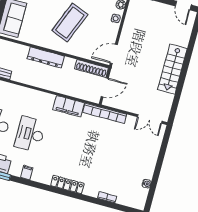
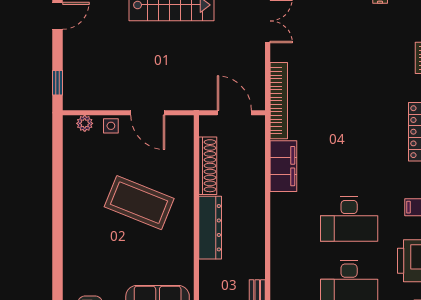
door: (114, 54) -> (148, 113), moved
shoe rack: (92, 68) -> (208, 166), moved

